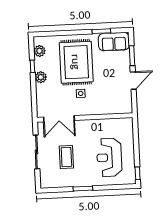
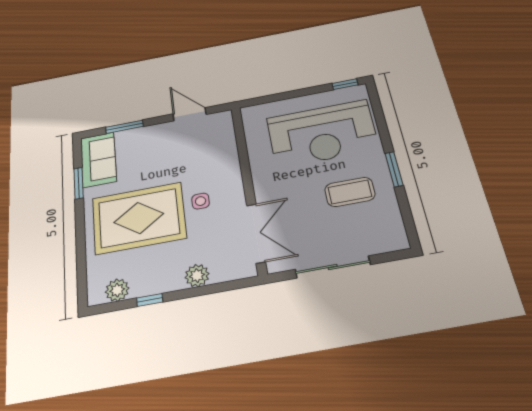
plant: (41, 77) -> (197, 276), moved
door: (133, 81) -> (190, 114), moved
coffee table: (66, 157) -> (350, 192), moved
reception desk: (109, 157) -> (322, 134), width x1.36, depth x1.30

